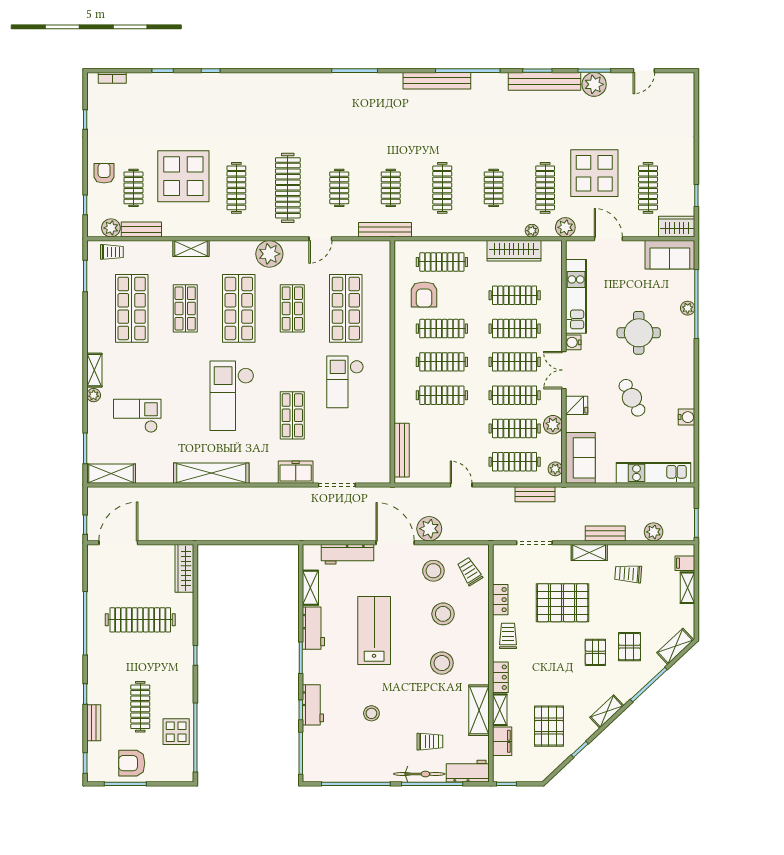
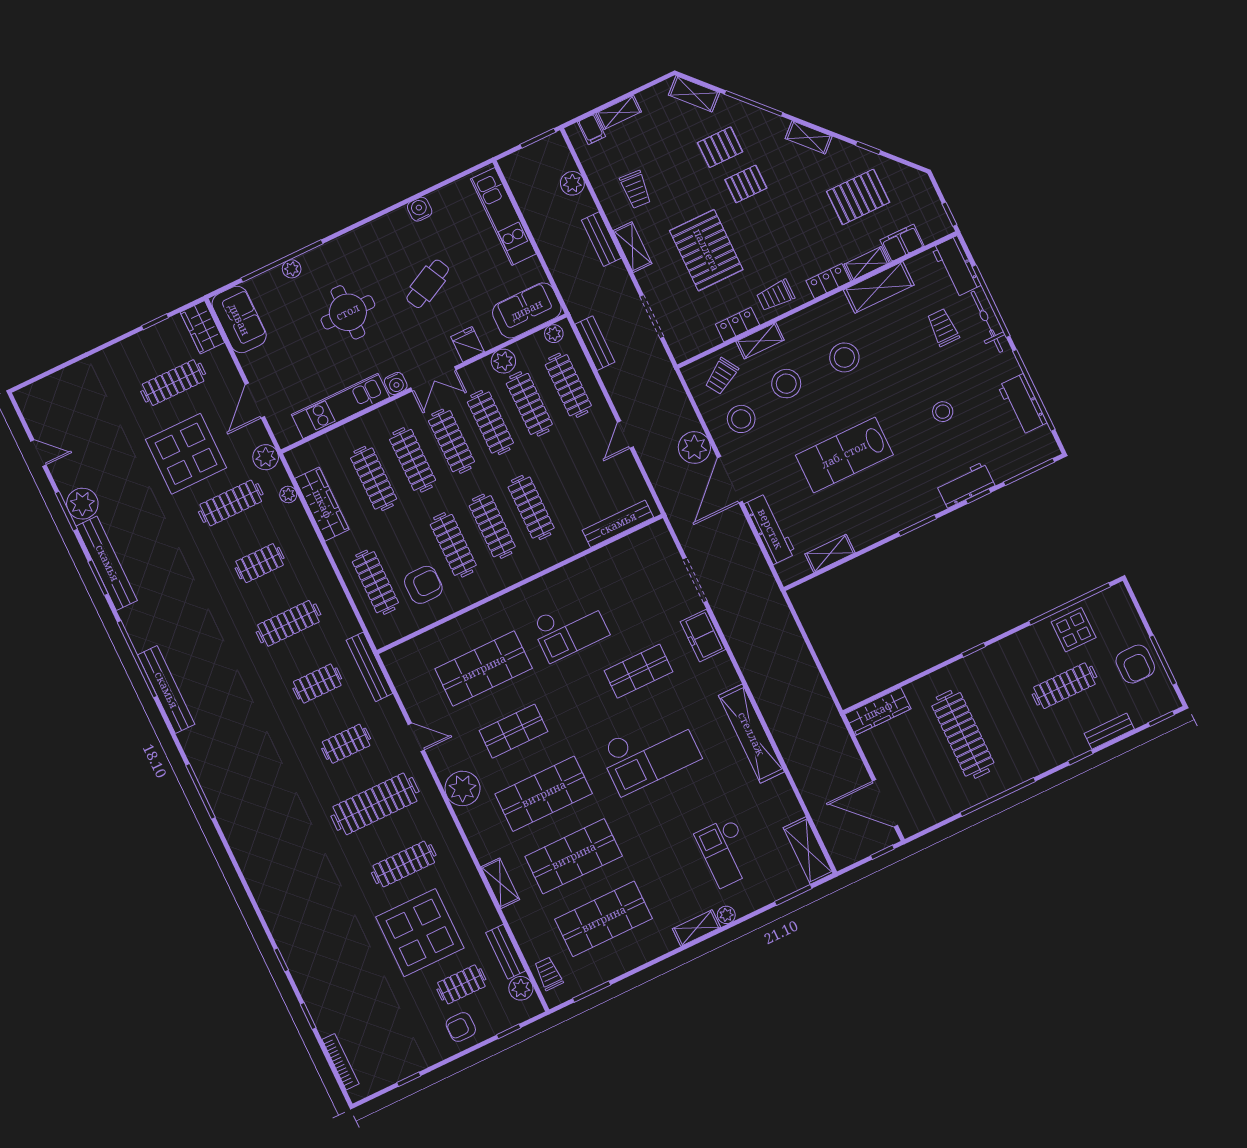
bookcase: (112, 78) -> (340, 1062), width x1.56
shop shelf: (185, 308) -> (574, 856), width x1.43, depth x1.36
shelving: (482, 610) -> (760, 341), added
workbench: (313, 628) -> (1022, 404), moved, turned -90

